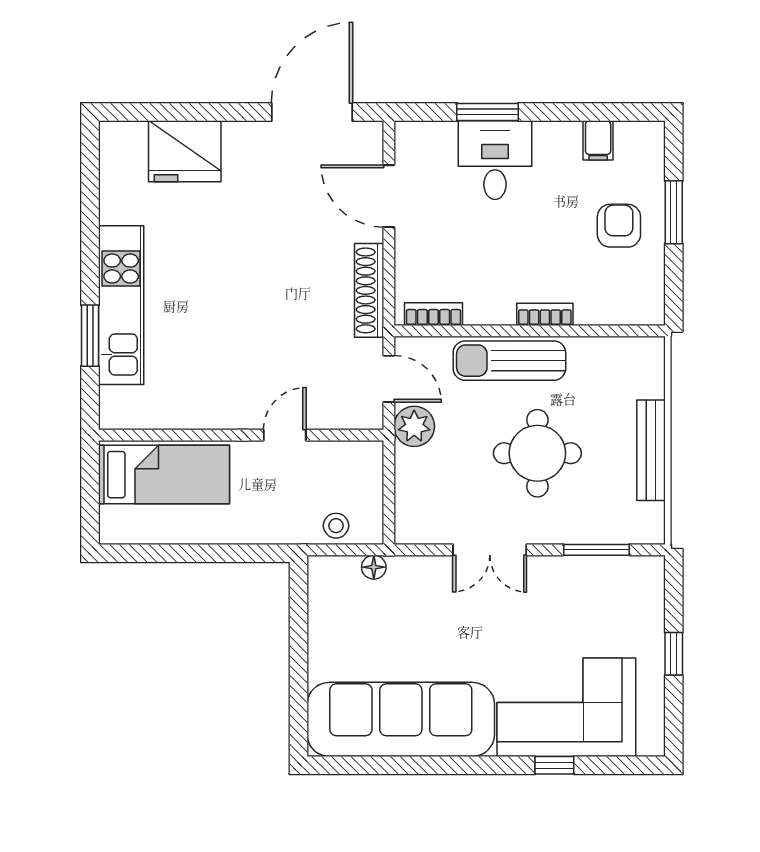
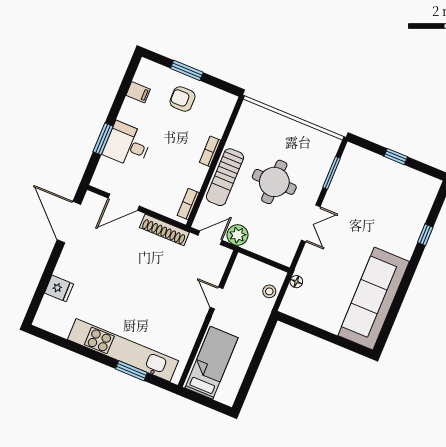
fridge: (185, 151) -> (59, 288), width x0.53, depth x0.75
kitchen unit: (121, 305) -> (123, 350), width x1.36
bench: (651, 450) -> (295, 128), removed
corner sofa: (566, 707) -> (400, 218), removed

